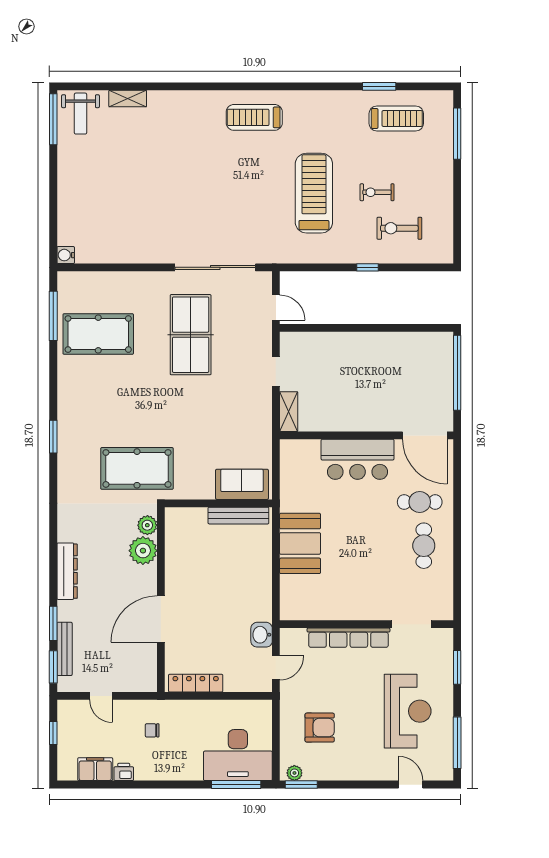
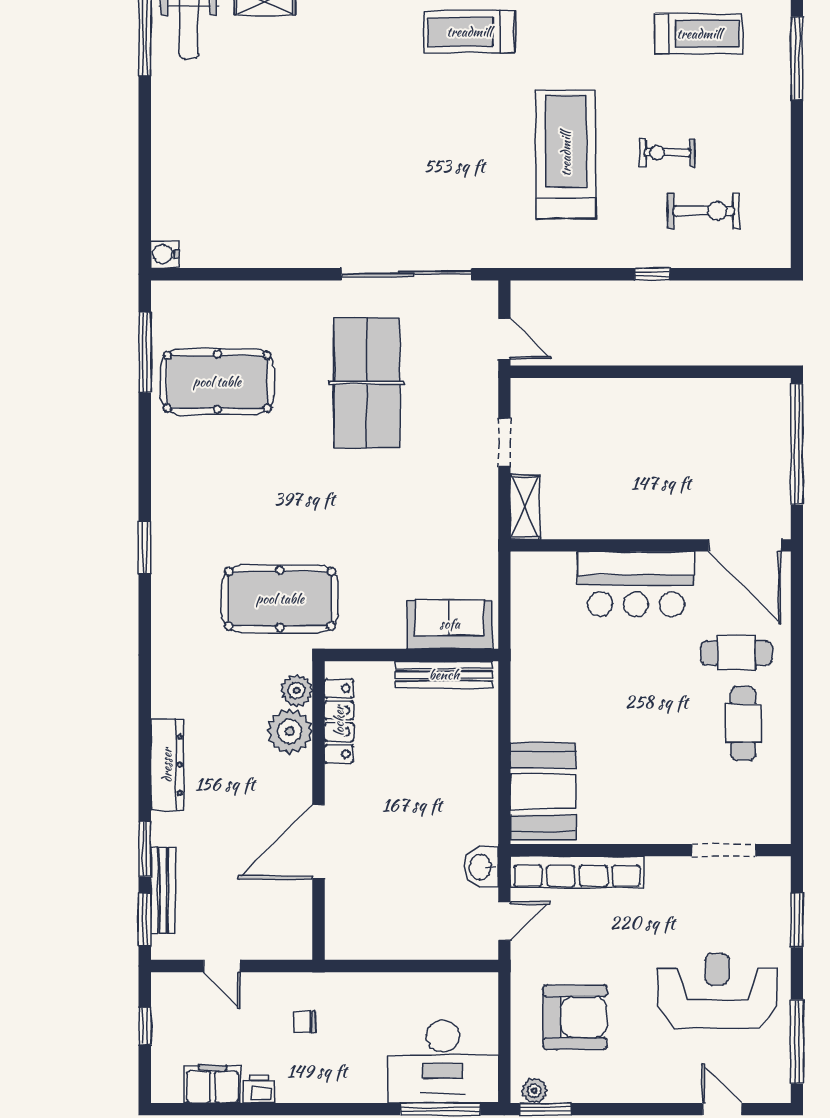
exercise bike: (399, 228) -> (704, 211), turned 180
booth: (300, 543) -> (543, 792), moved
row of seats: (349, 638) -> (577, 872), moved
locker: (196, 683) -> (339, 721), moved, turned 90
reception desk: (408, 711) -> (717, 991), turned -90
armchair: (320, 728) -> (575, 1017), width x1.36, depth x1.36

